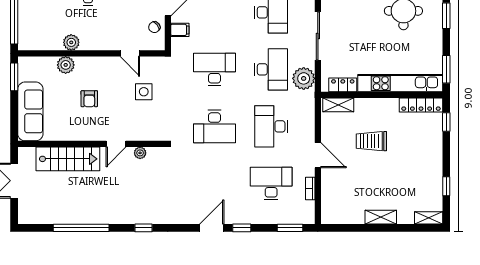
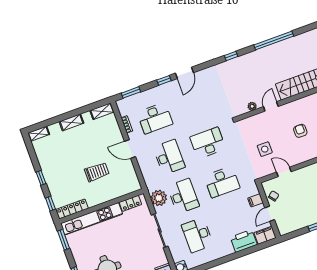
desk: (271, 69) -> (183, 196), turned 180
shelving: (338, 105) -> (102, 111), moved
window: (446, 186) -> (41, 178), moved

